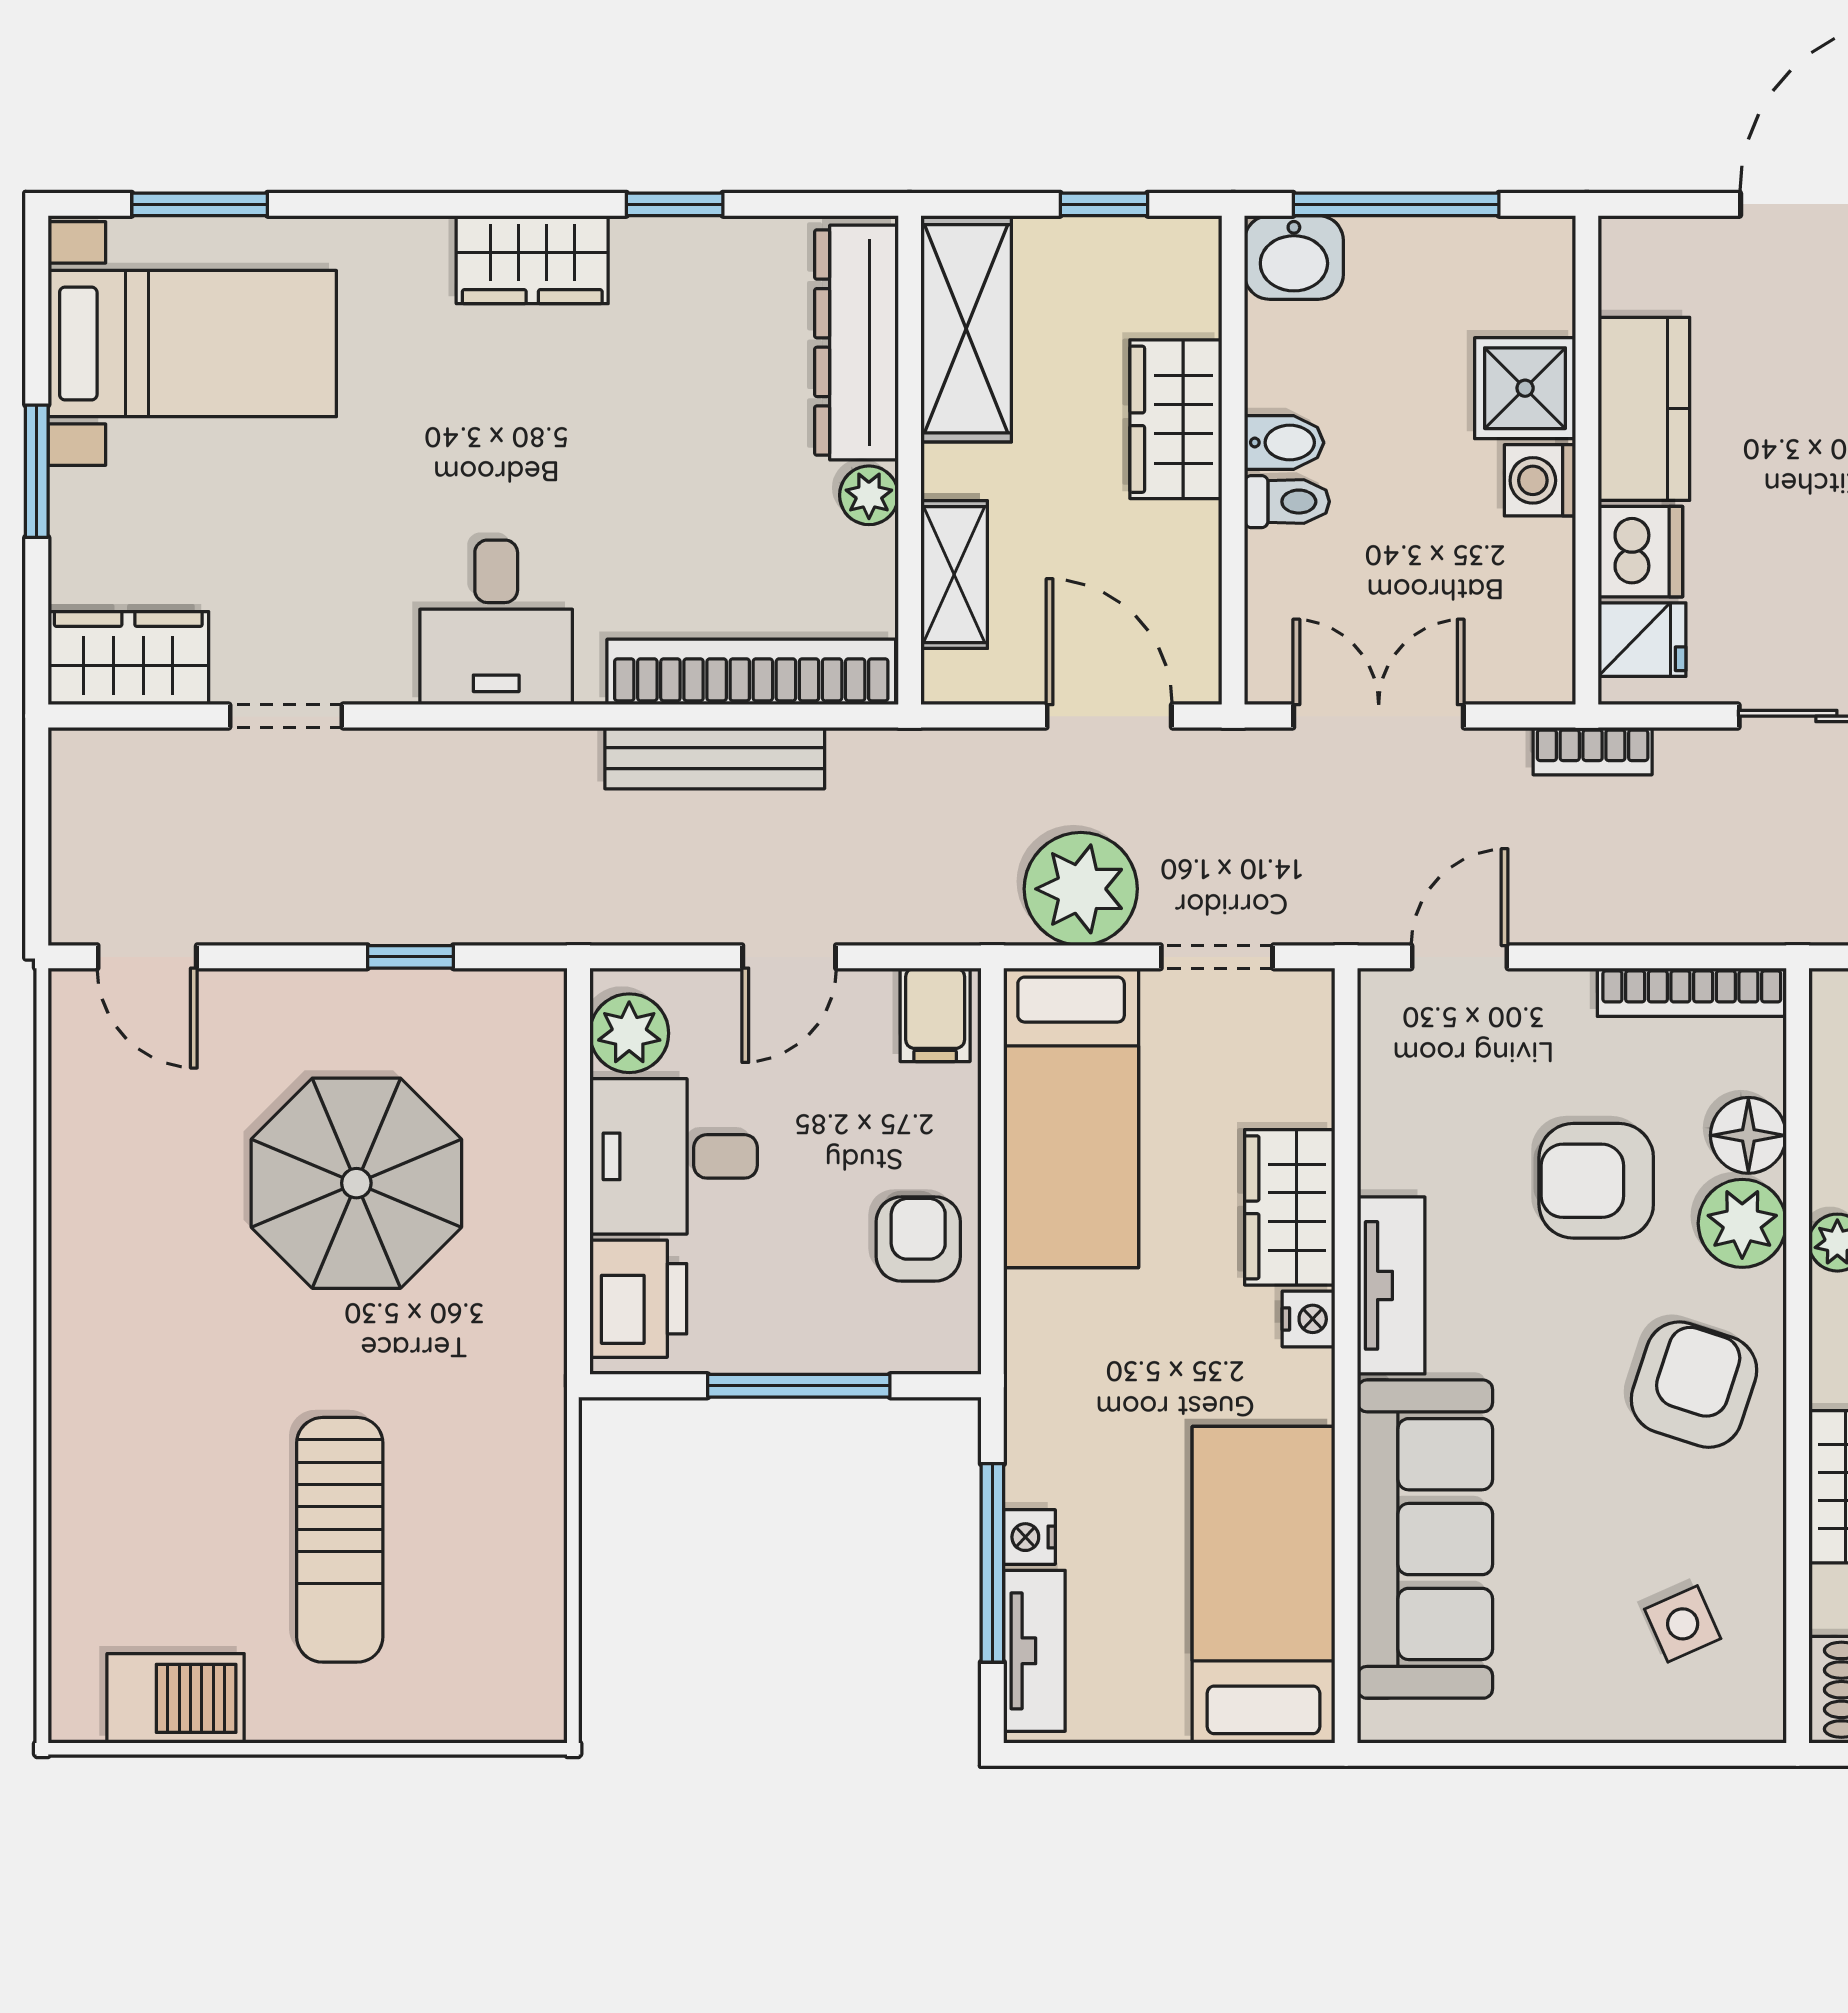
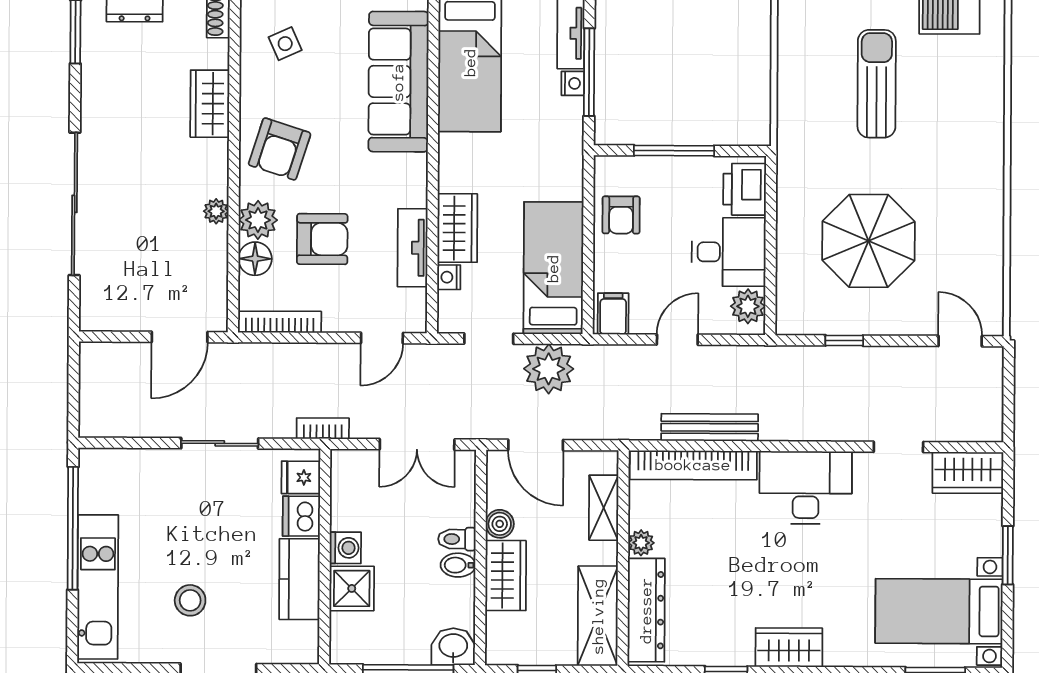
boiler: (1190, 537) -> (500, 524), added
desk: (496, 622) -> (806, 488), width x1.37
tv unit: (1391, 1285) -> (413, 248), moved
nightstand: (1308, 1319) -> (449, 277), moved

